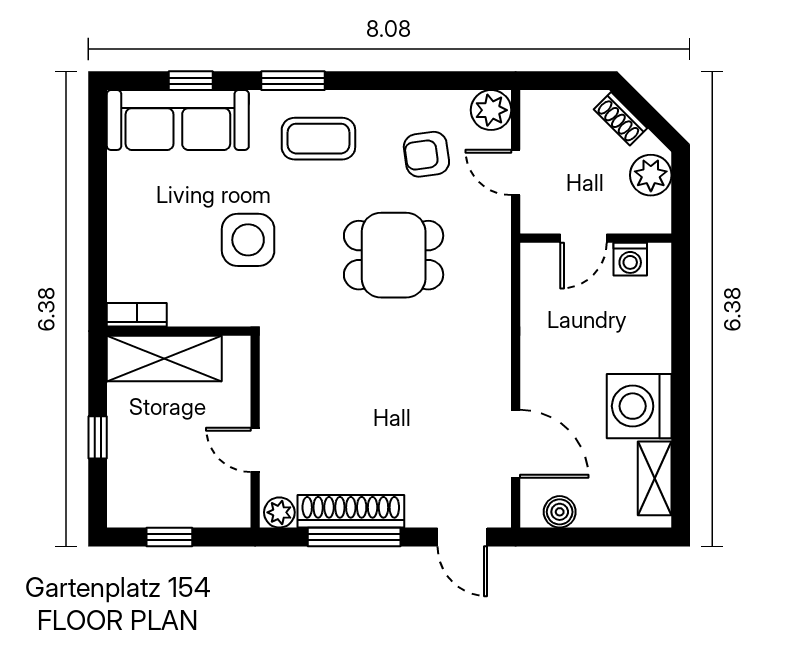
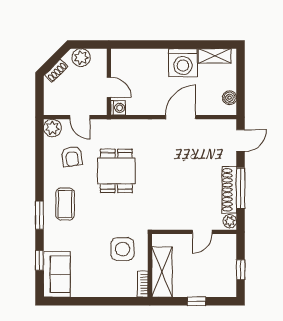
sofa: (178, 120) -> (57, 274), width x0.73
door: (516, 172) -> (80, 117), hinge flipped
side table: (248, 240) -> (123, 249), moved
washing machine: (630, 259) -> (118, 108), moved
door: (516, 444) -> (181, 117), moved

